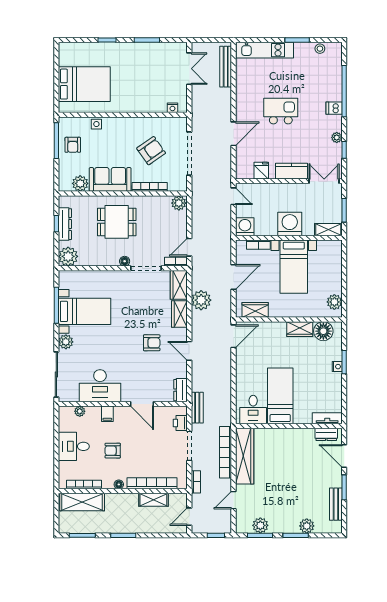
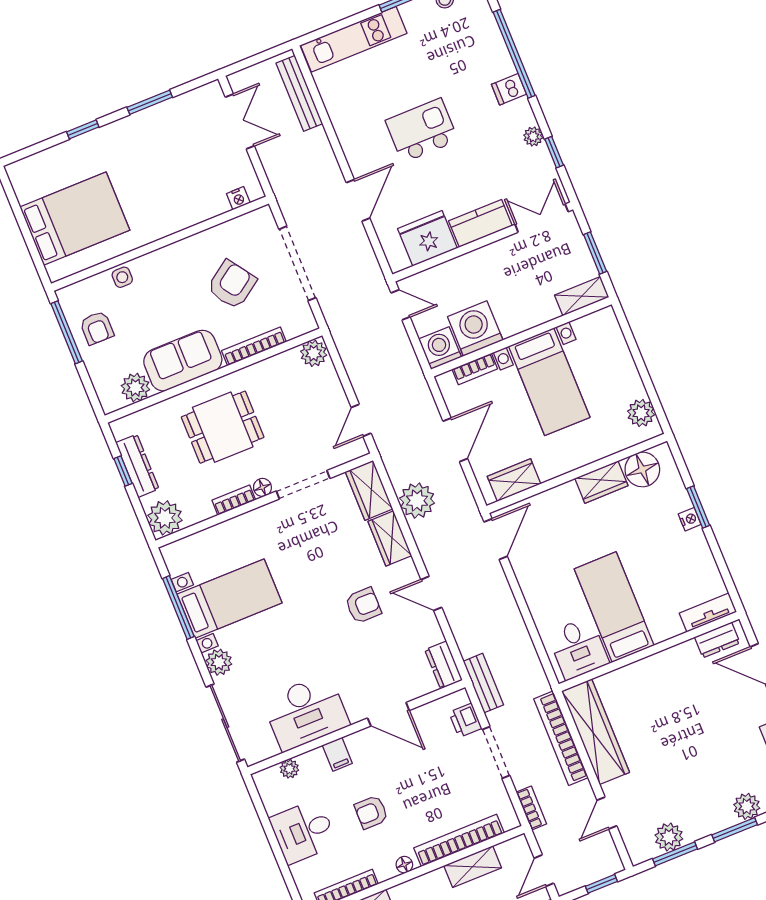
fridge: (261, 171) -> (427, 238), width x1.88, depth x1.34
washing machine: (290, 224) -> (475, 328), moved
bookcase: (176, 262) -> (234, 500), moved

